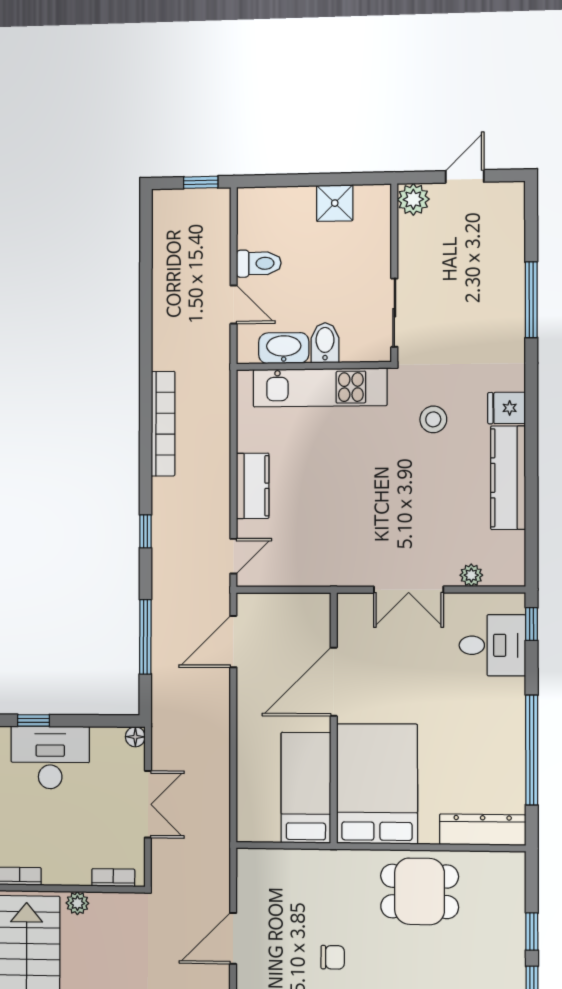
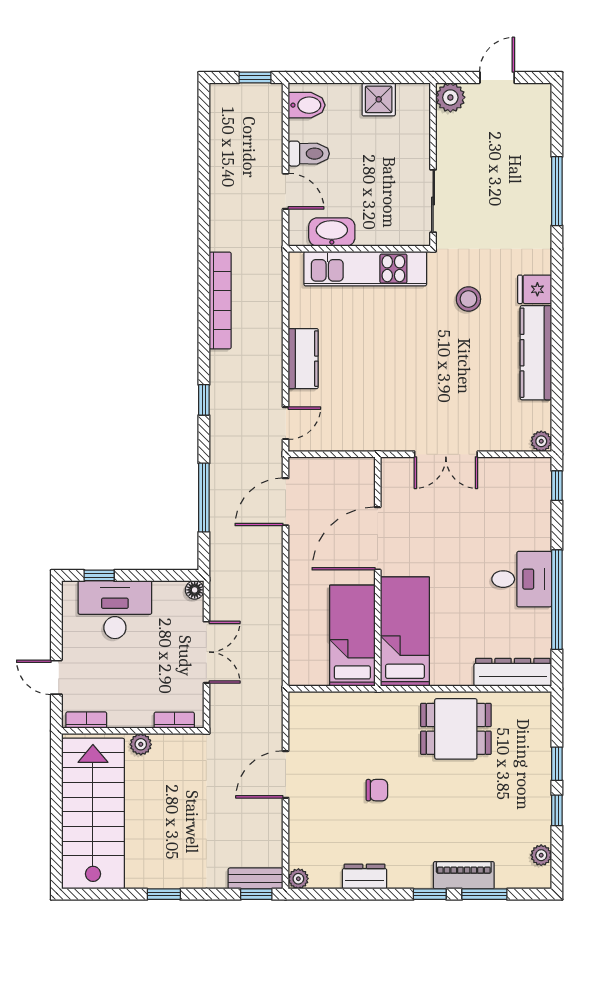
bidet: (325, 343) -> (307, 105), moved, turned 90
plant: (471, 575) -> (541, 441), moved
desk: (492, 645) -> (522, 579), moved
bed: (377, 784) -> (405, 631), width x0.67

